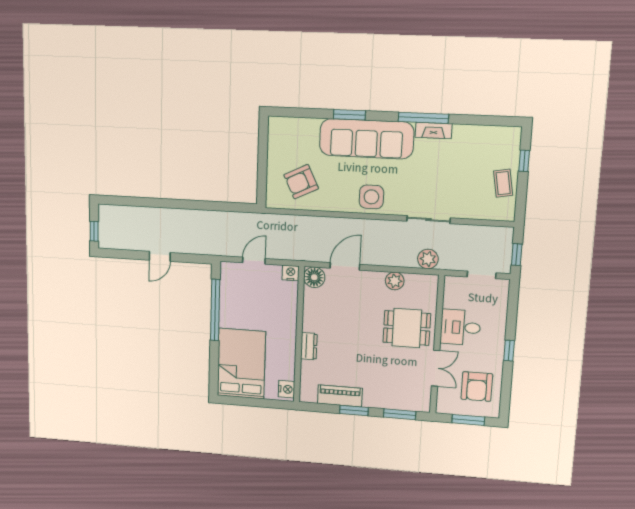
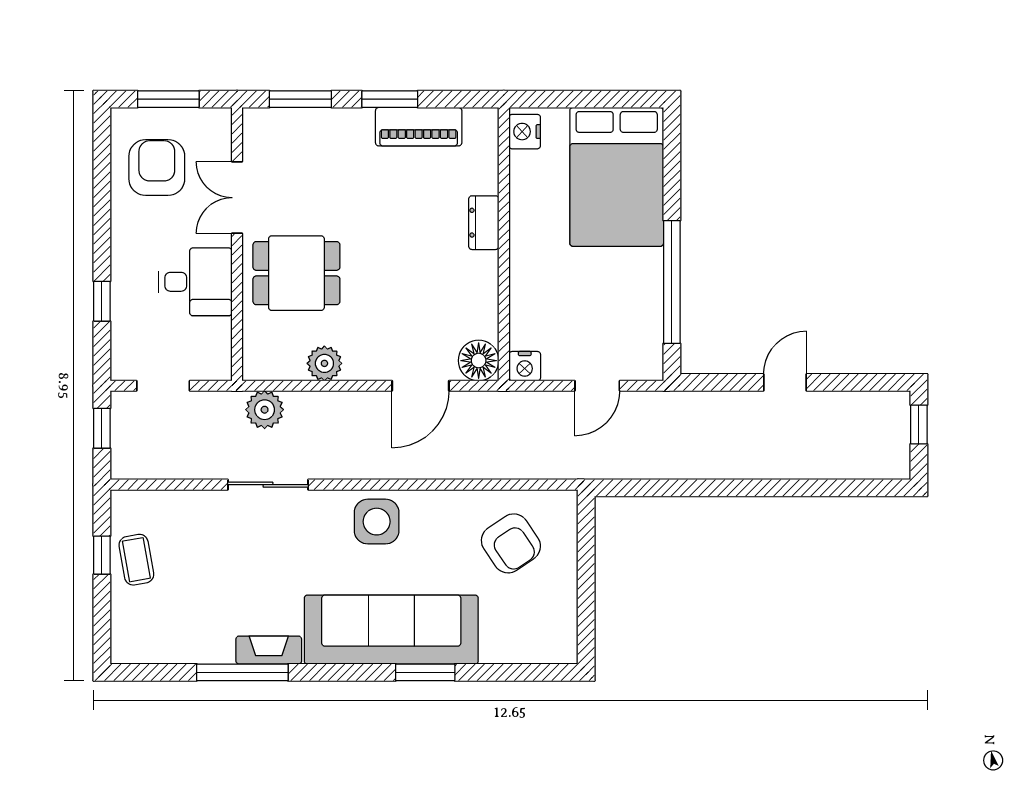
window: (423, 118) -> (242, 672), moved
window: (524, 161) -> (102, 555), moved
armchair: (301, 182) -> (511, 543), turned 82
window: (509, 351) -> (102, 301), moved

